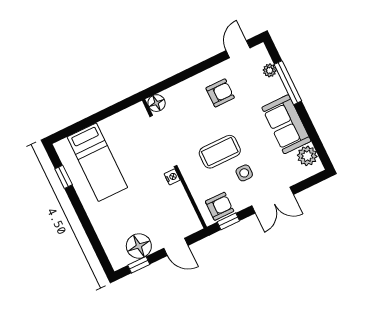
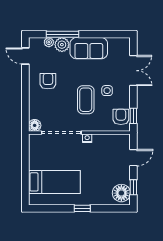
plant: (307, 156) -> (62, 45), moved
window: (64, 177) -> (82, 208), moved
double door: (273, 200) -> (133, 71), moved
floor lamp: (139, 246) -> (121, 193), moved

